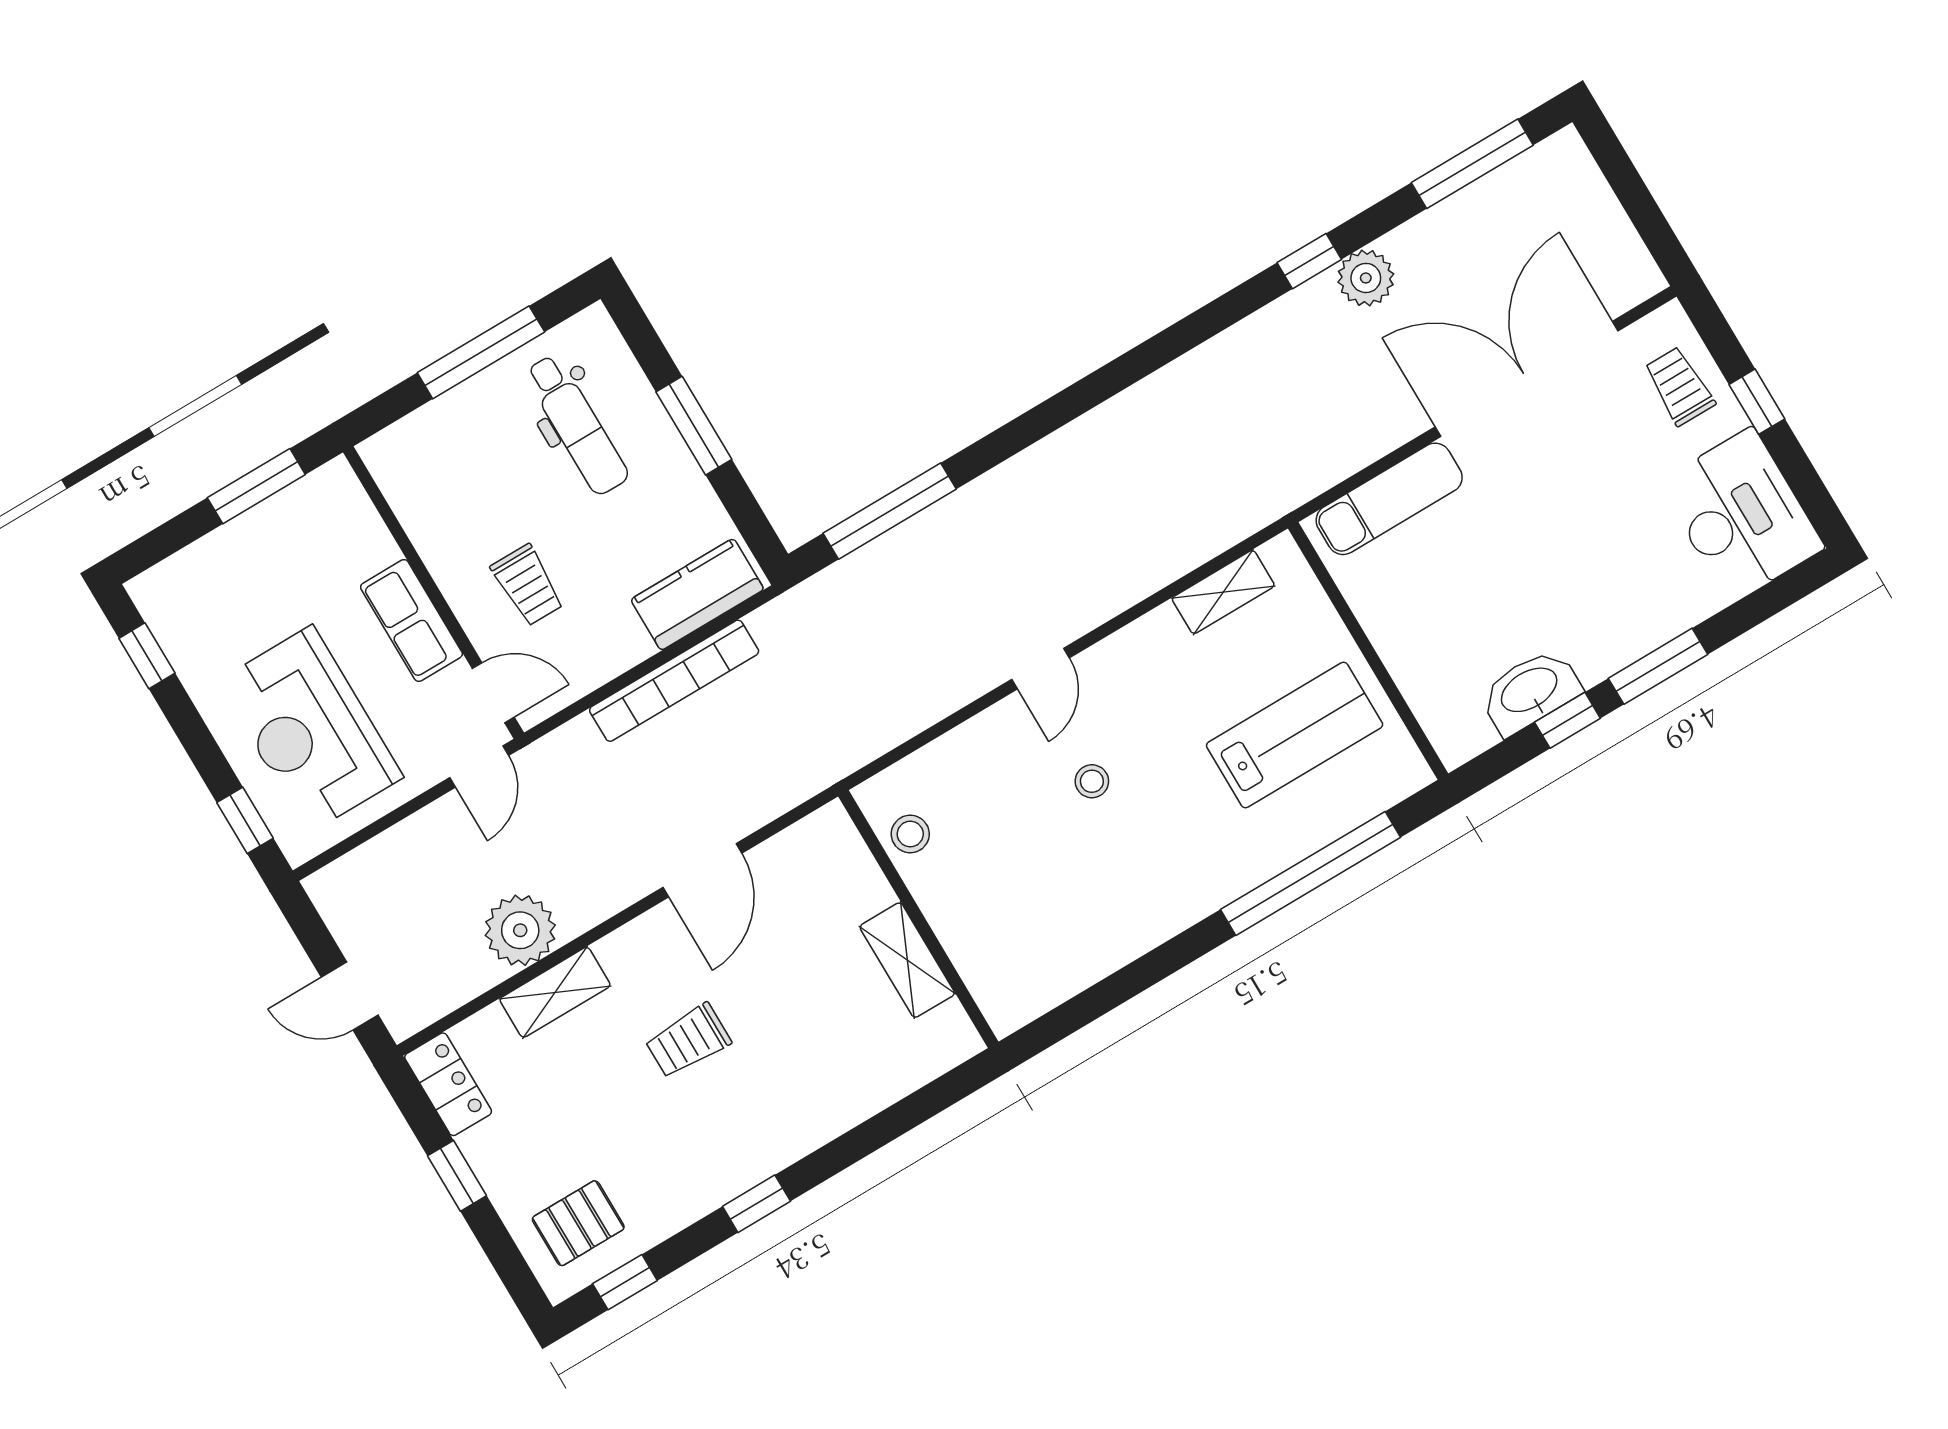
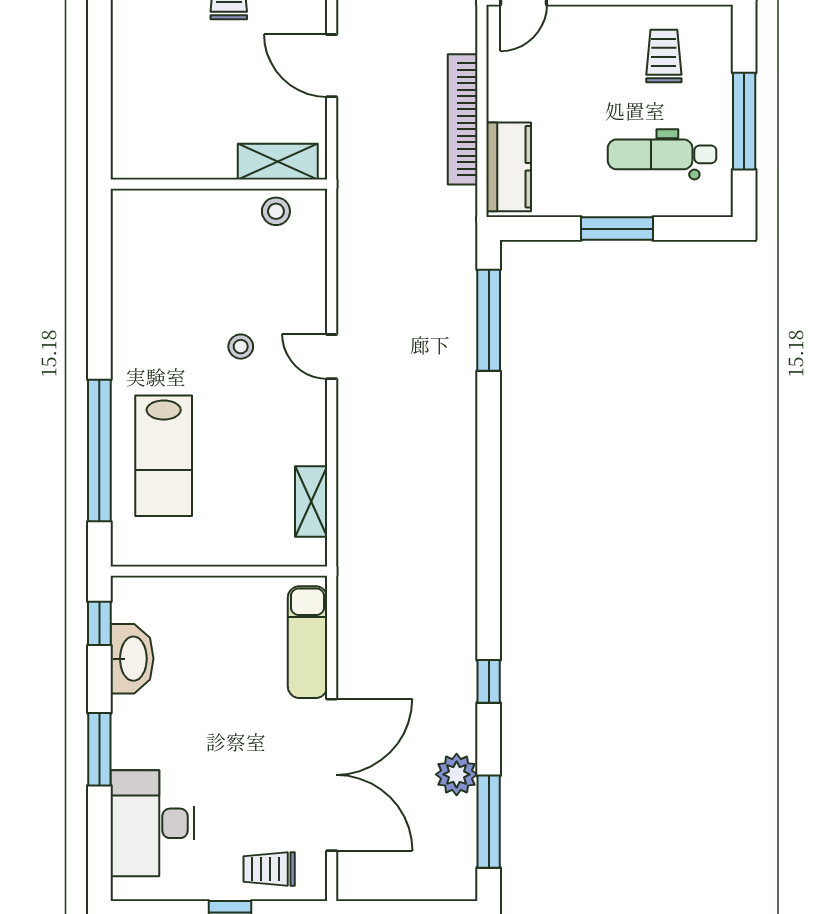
plant: (1366, 278) -> (457, 774), moved
trolley: (1679, 386) -> (269, 869), turned 180
desk: (1741, 515) -> (152, 823), moved, turned 90
trolley: (528, 585) -> (664, 56), moved, turned 90
window: (1567, 720) -> (99, 623), moved
lab bench: (1295, 735) -> (164, 456), moved
shelving: (907, 960) -> (278, 162), moved

